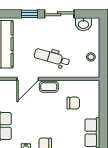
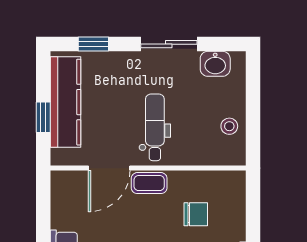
window: (30, 14) -> (93, 44), moved
dental chair: (52, 58) -> (155, 127), turned 74

